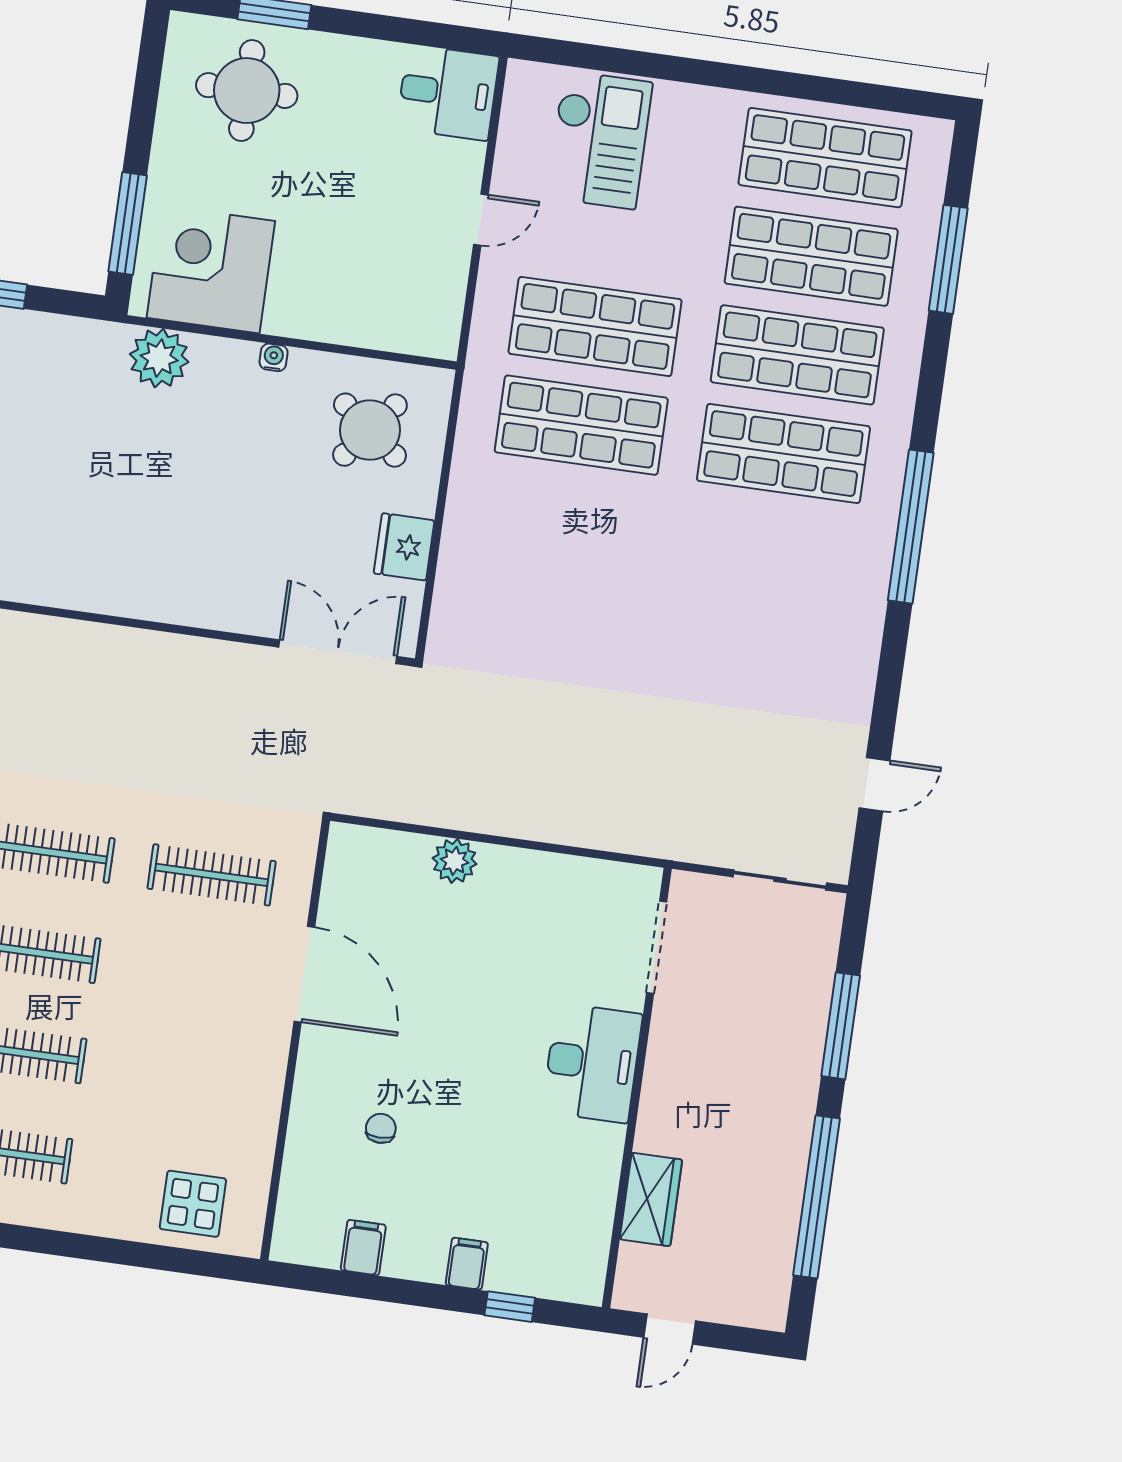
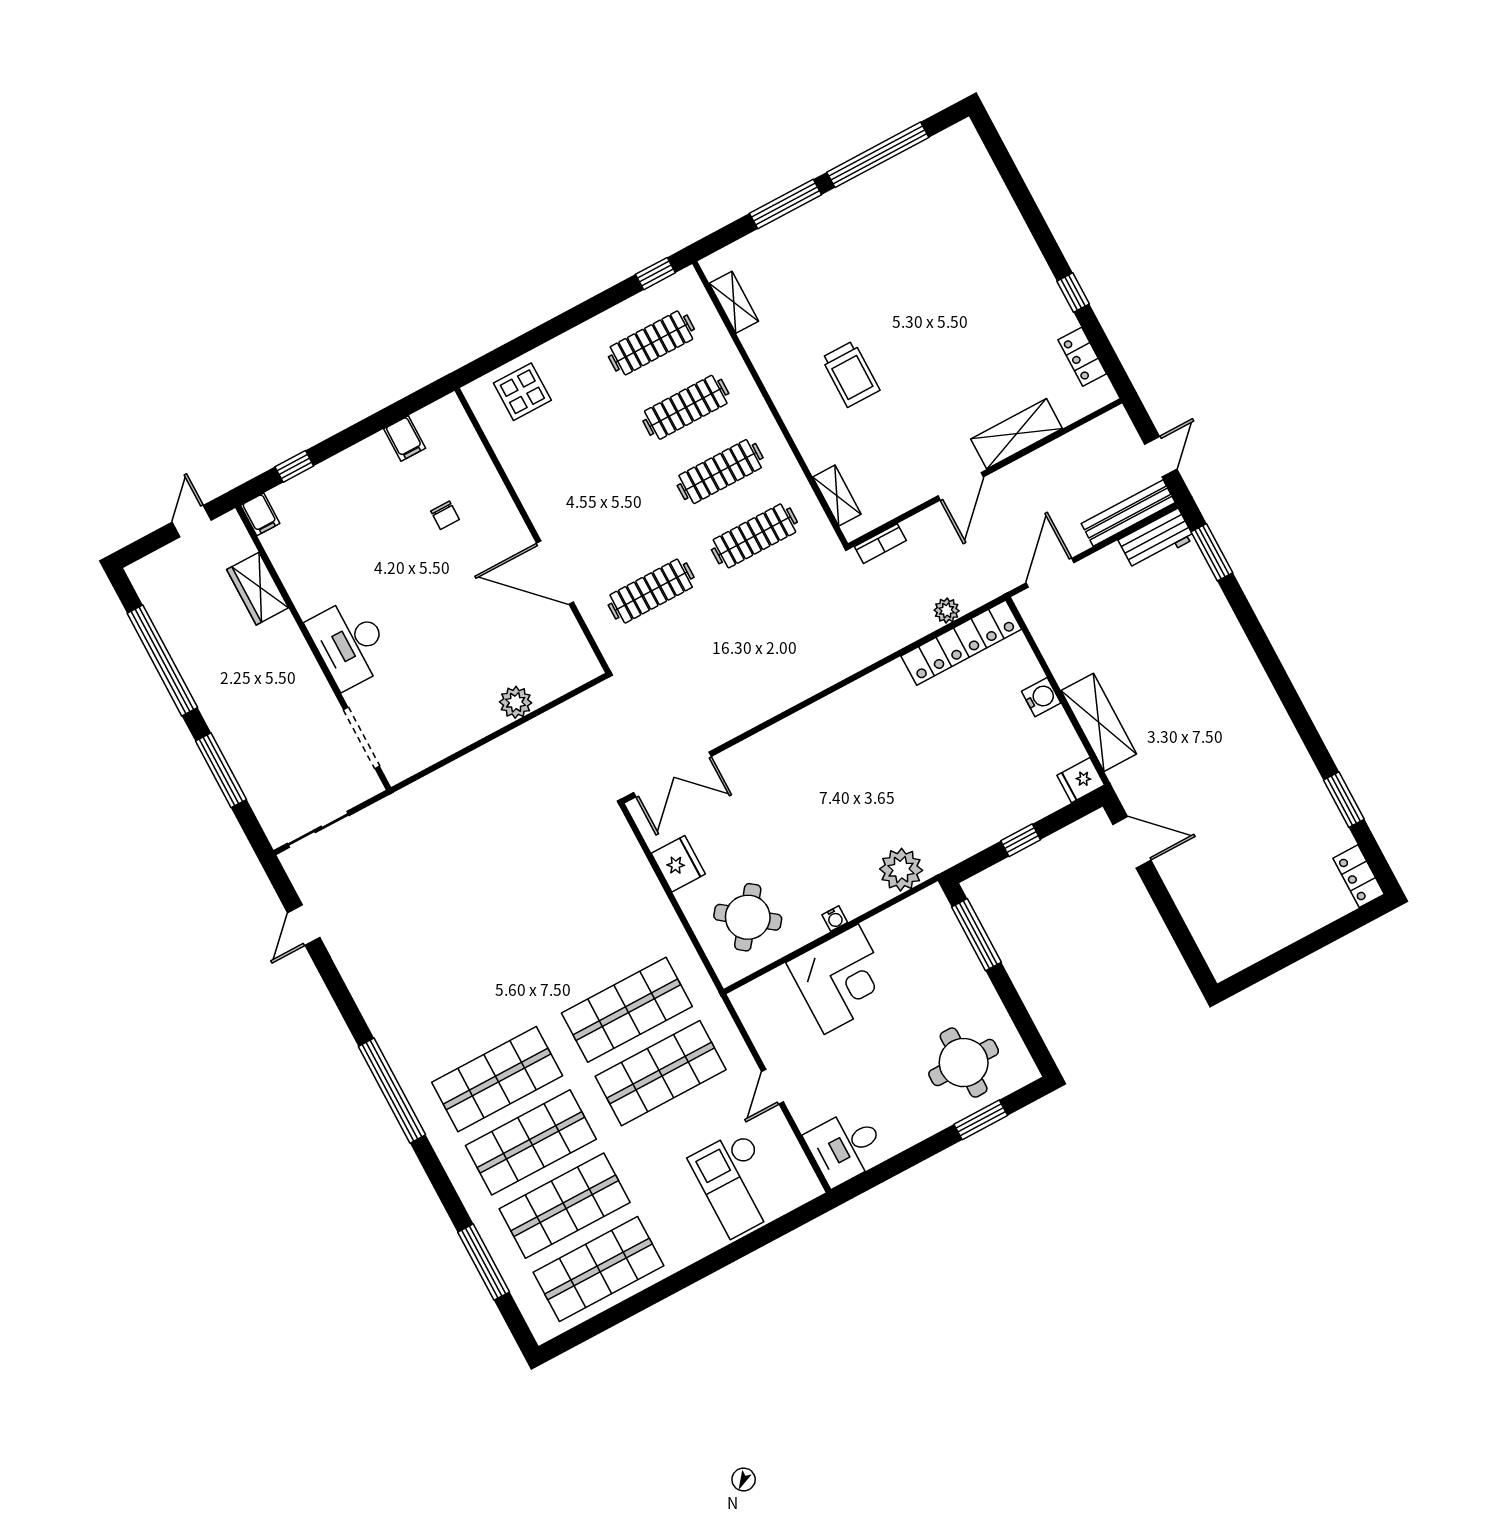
corner desk: (211, 269) -> (841, 979), moved
filing cabinet: (467, 1264) -> (260, 514), moved

